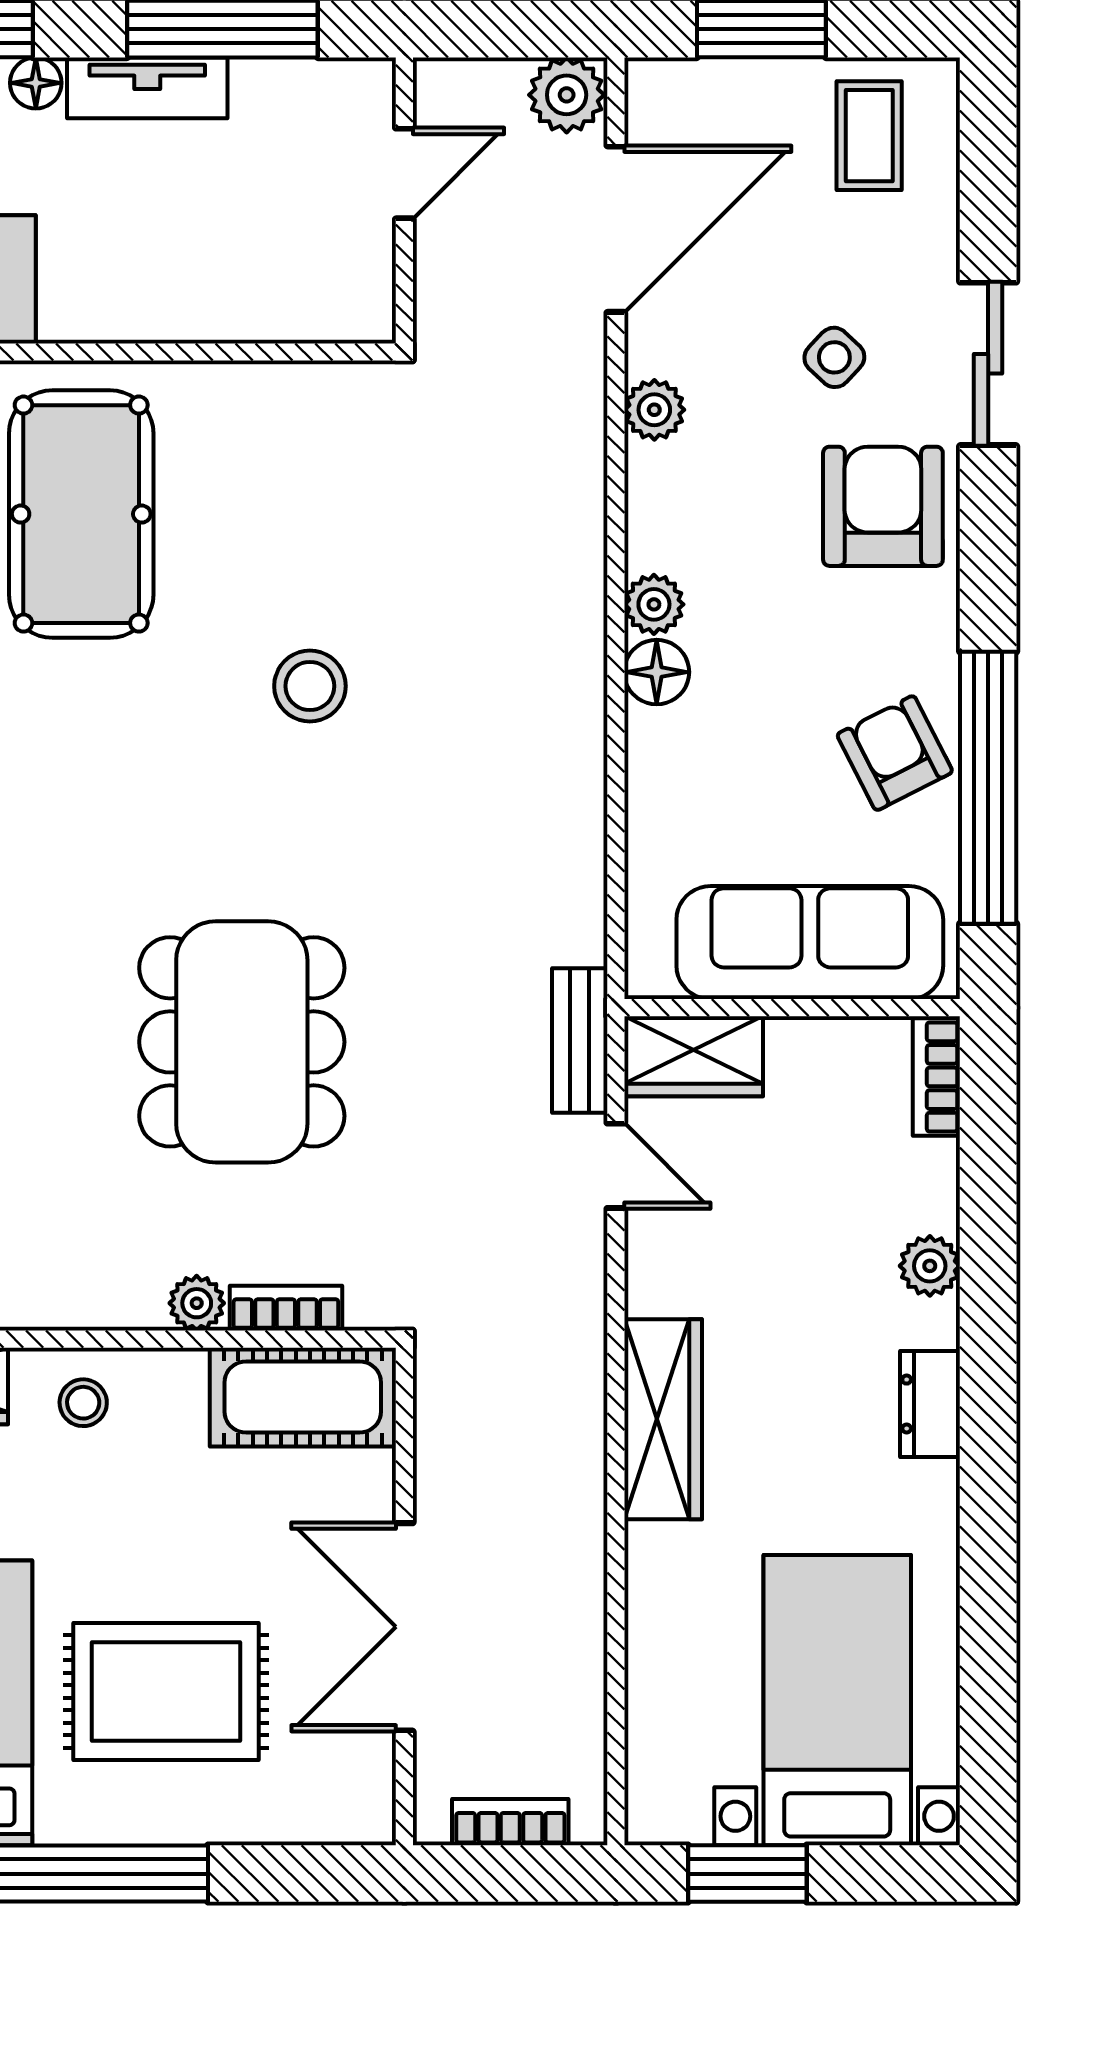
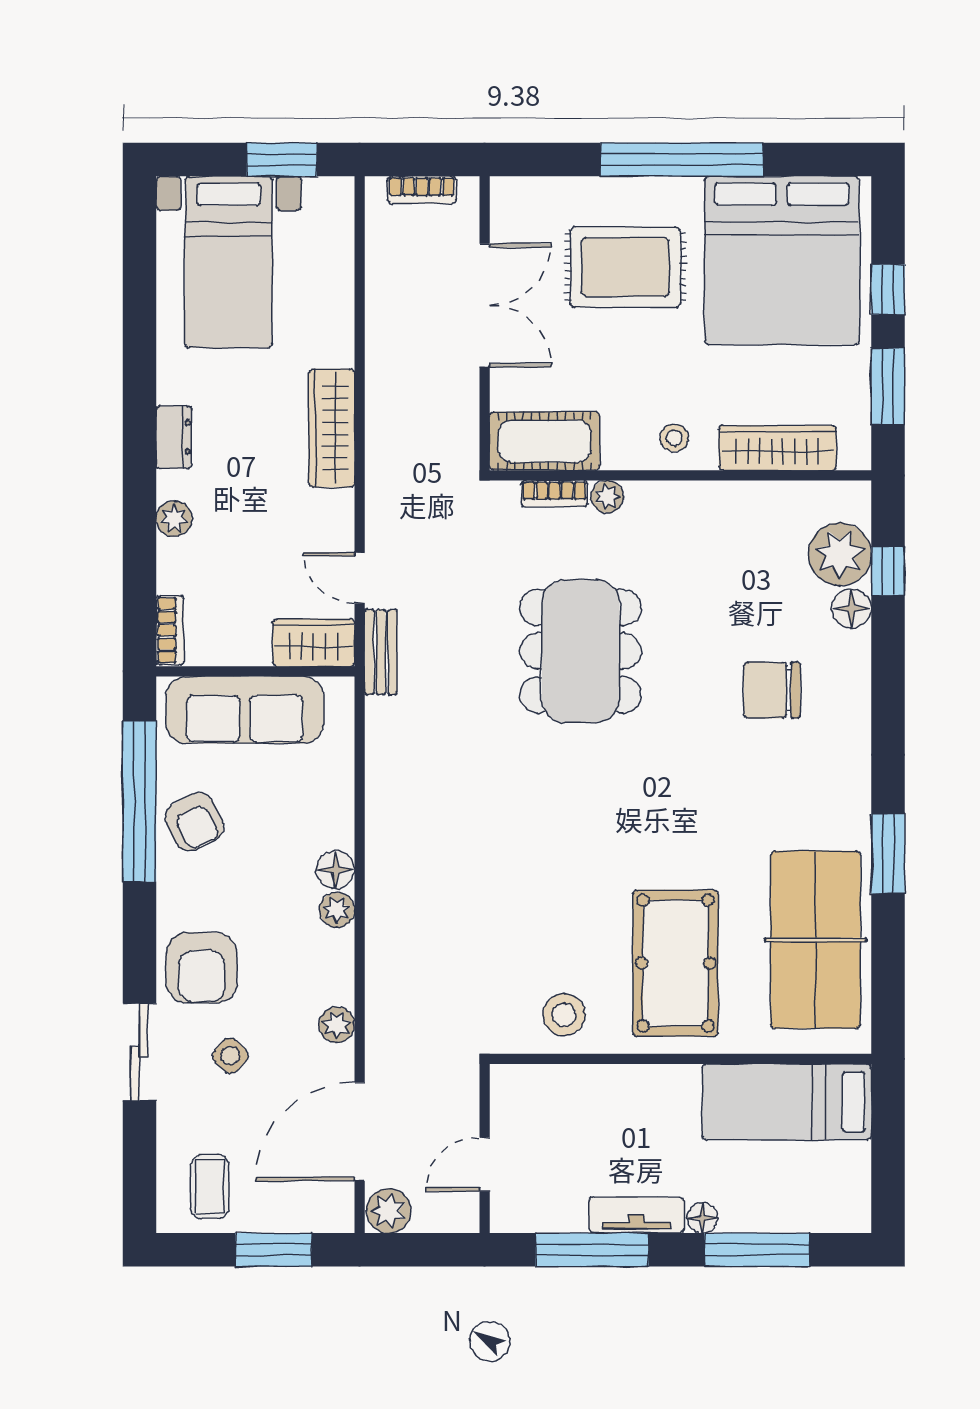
stool: (310, 686) -> (564, 1015), moved

